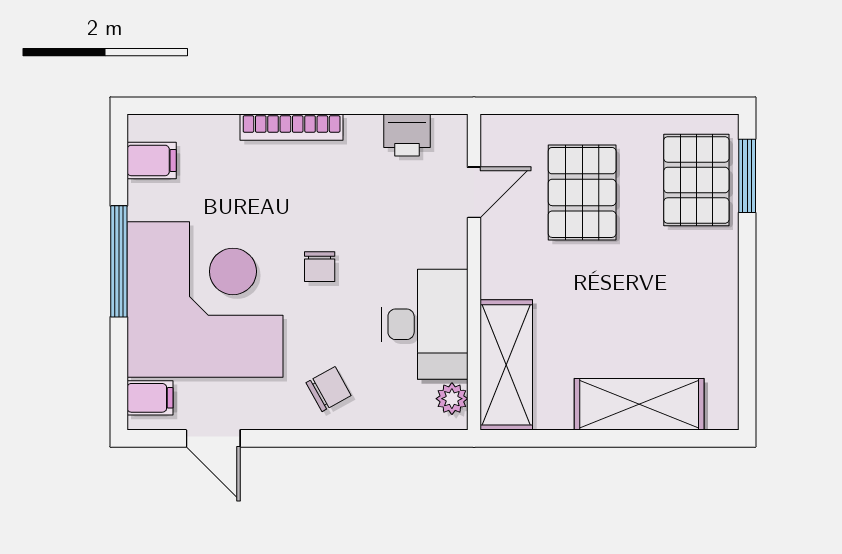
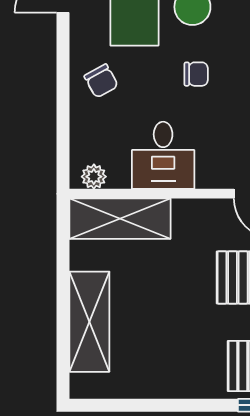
chair: (320, 267) -> (196, 74), turned 180
desk: (424, 324) -> (163, 155), width x0.73

